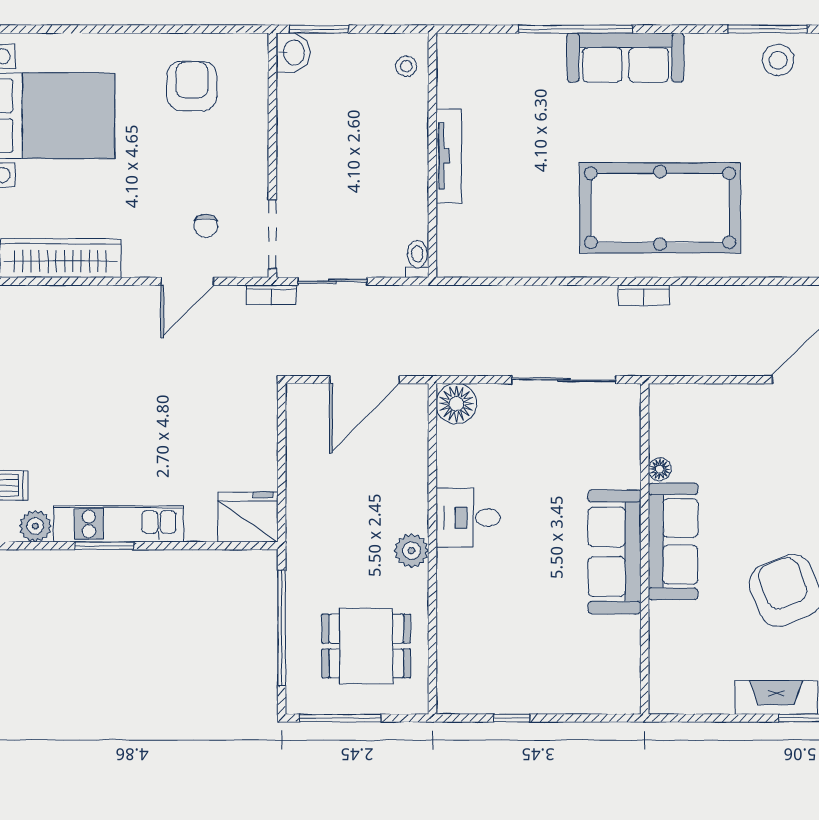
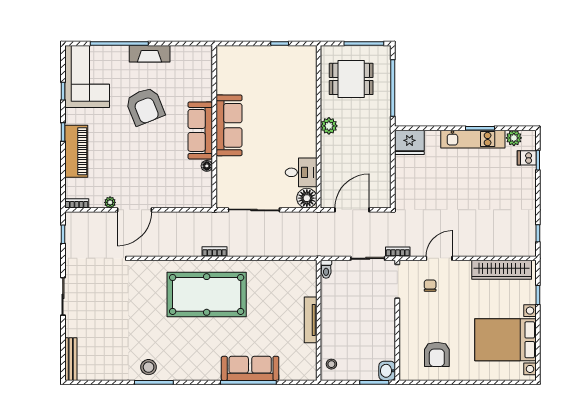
sofa: (625, 58) -> (250, 368), moved
desk: (468, 518) -> (301, 172), moved

